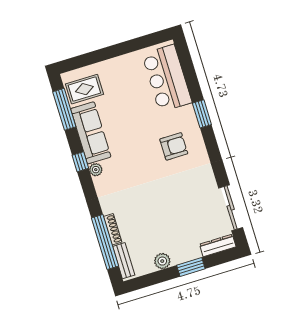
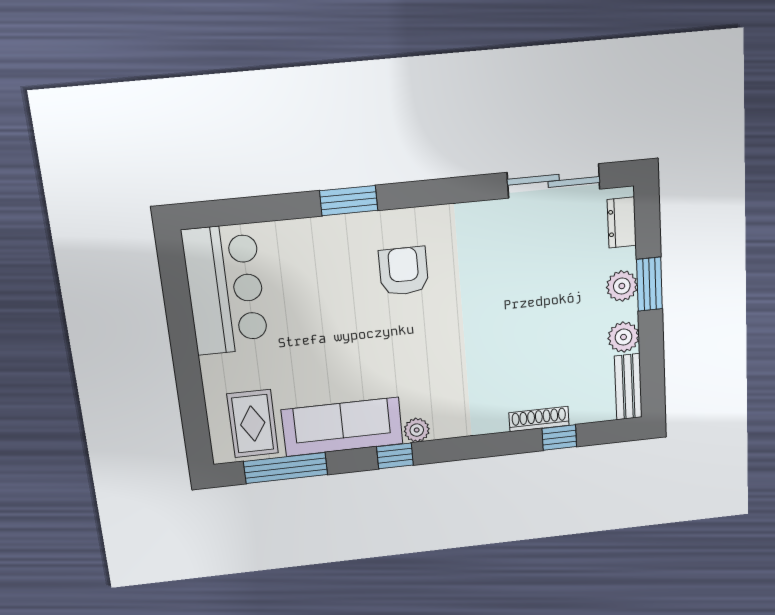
bar counter: (167, 78) -> (225, 290), moved, turned -90
window: (105, 242) -> (559, 438), width x0.32
dresser: (218, 245) -> (622, 223), width x0.70
plant: (187, 254) -> (622, 286), added
bench: (124, 261) -> (628, 387), moved, turned 90

